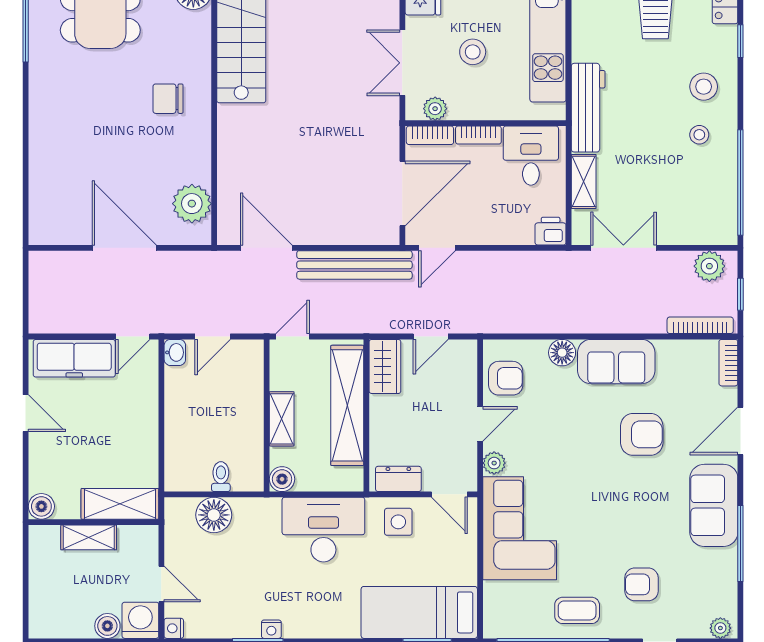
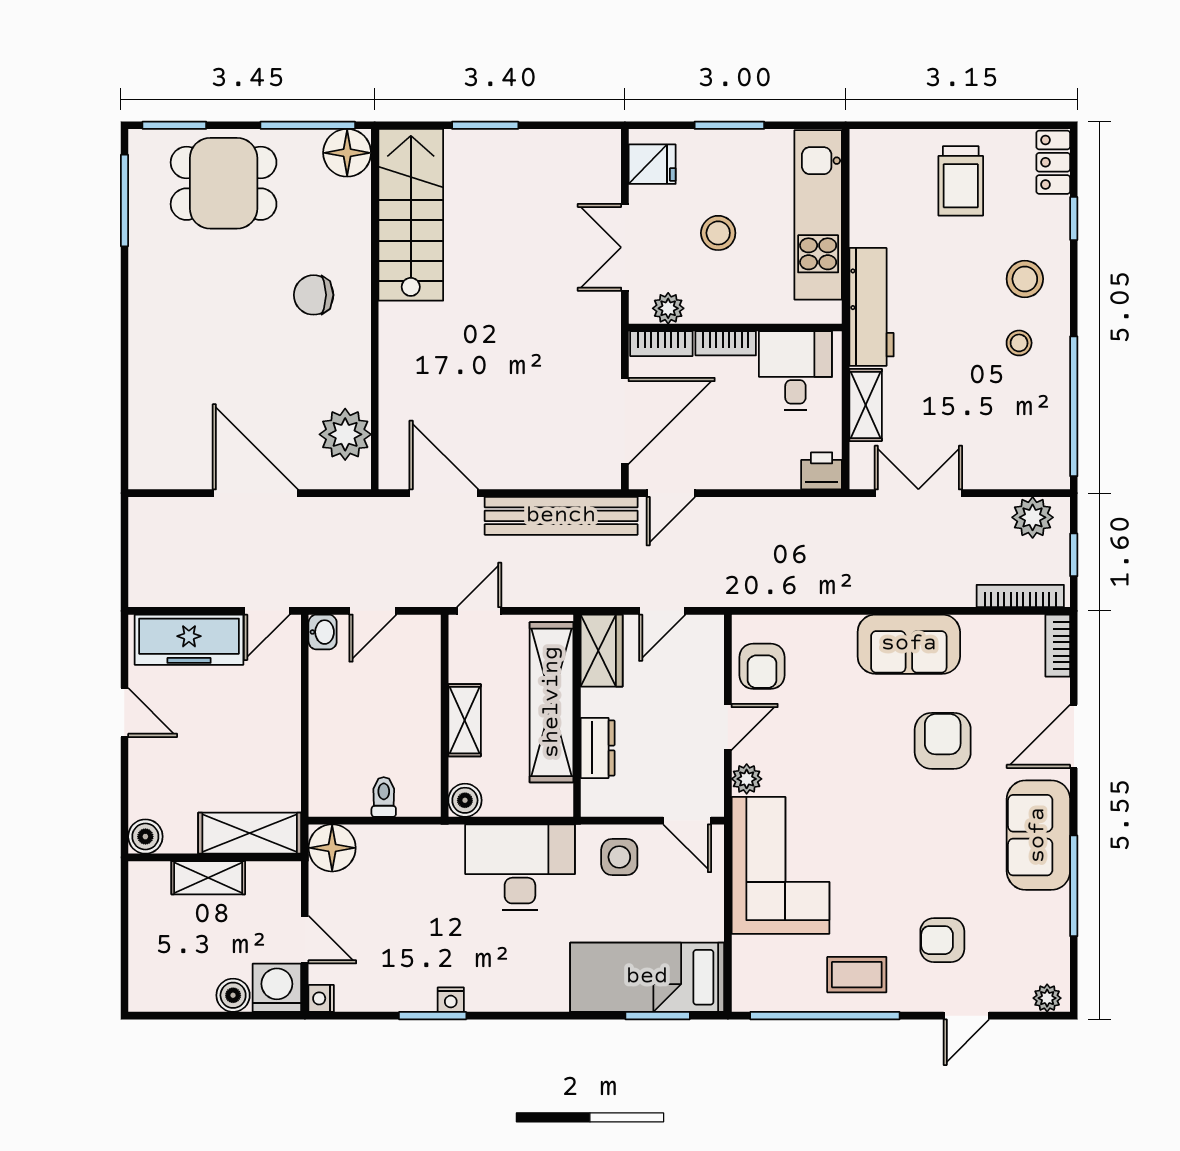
floor lamp: (562, 353) -> (837, 632), removed
armchair: (506, 378) -> (762, 666), turned 90
armchair: (642, 434) -> (943, 741), turned -90
dresser: (398, 479) -> (598, 748), moved, turned 90
floor lamp: (214, 515) -> (332, 848), moved

